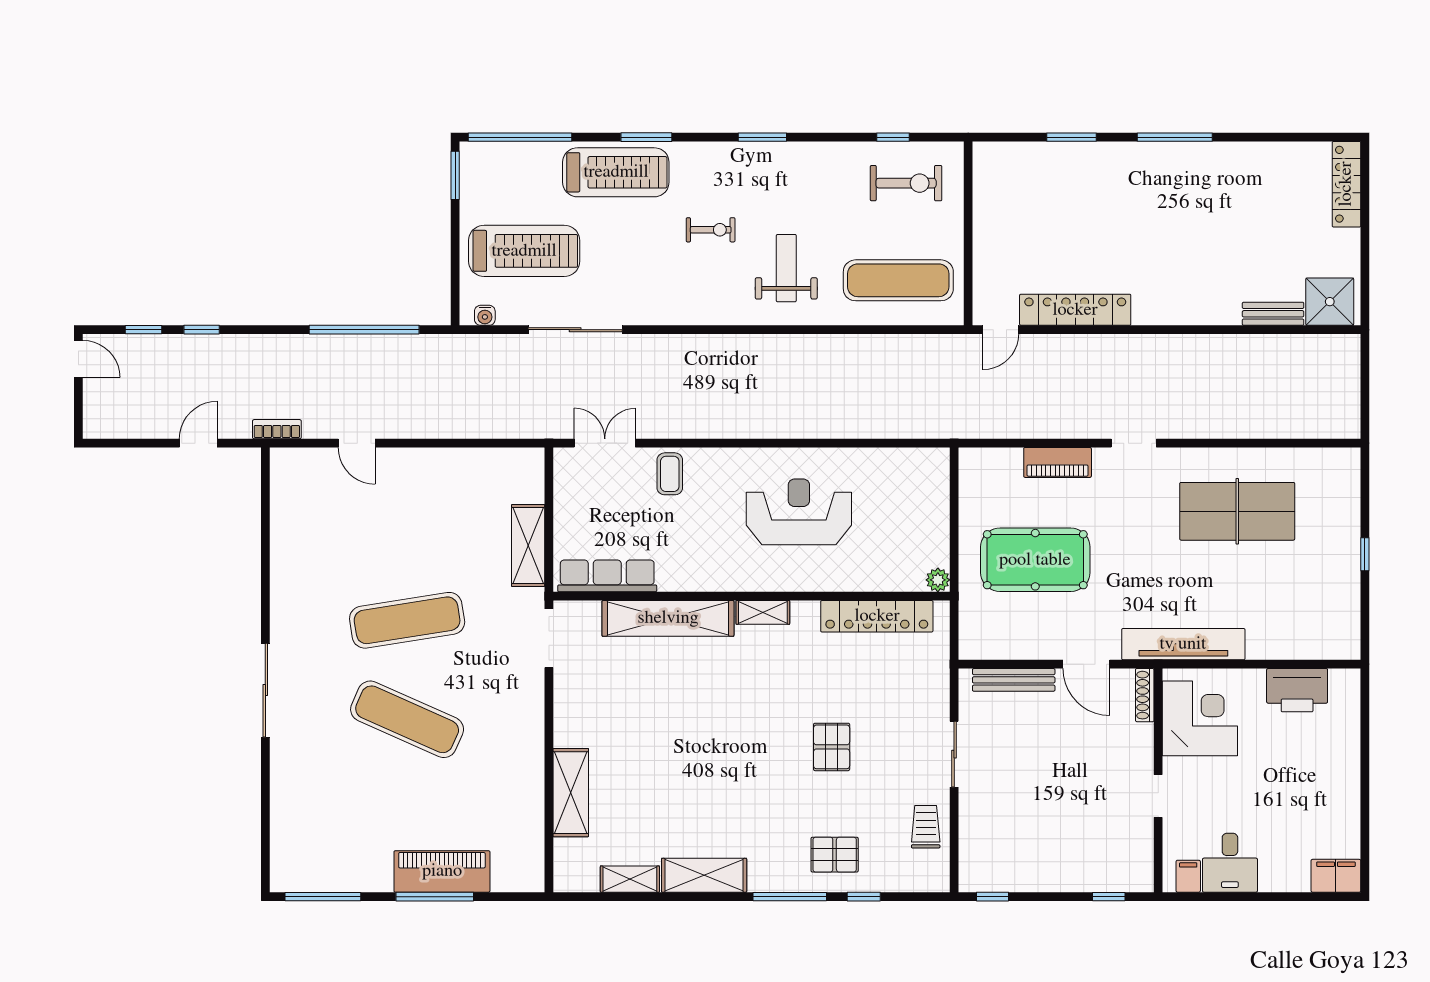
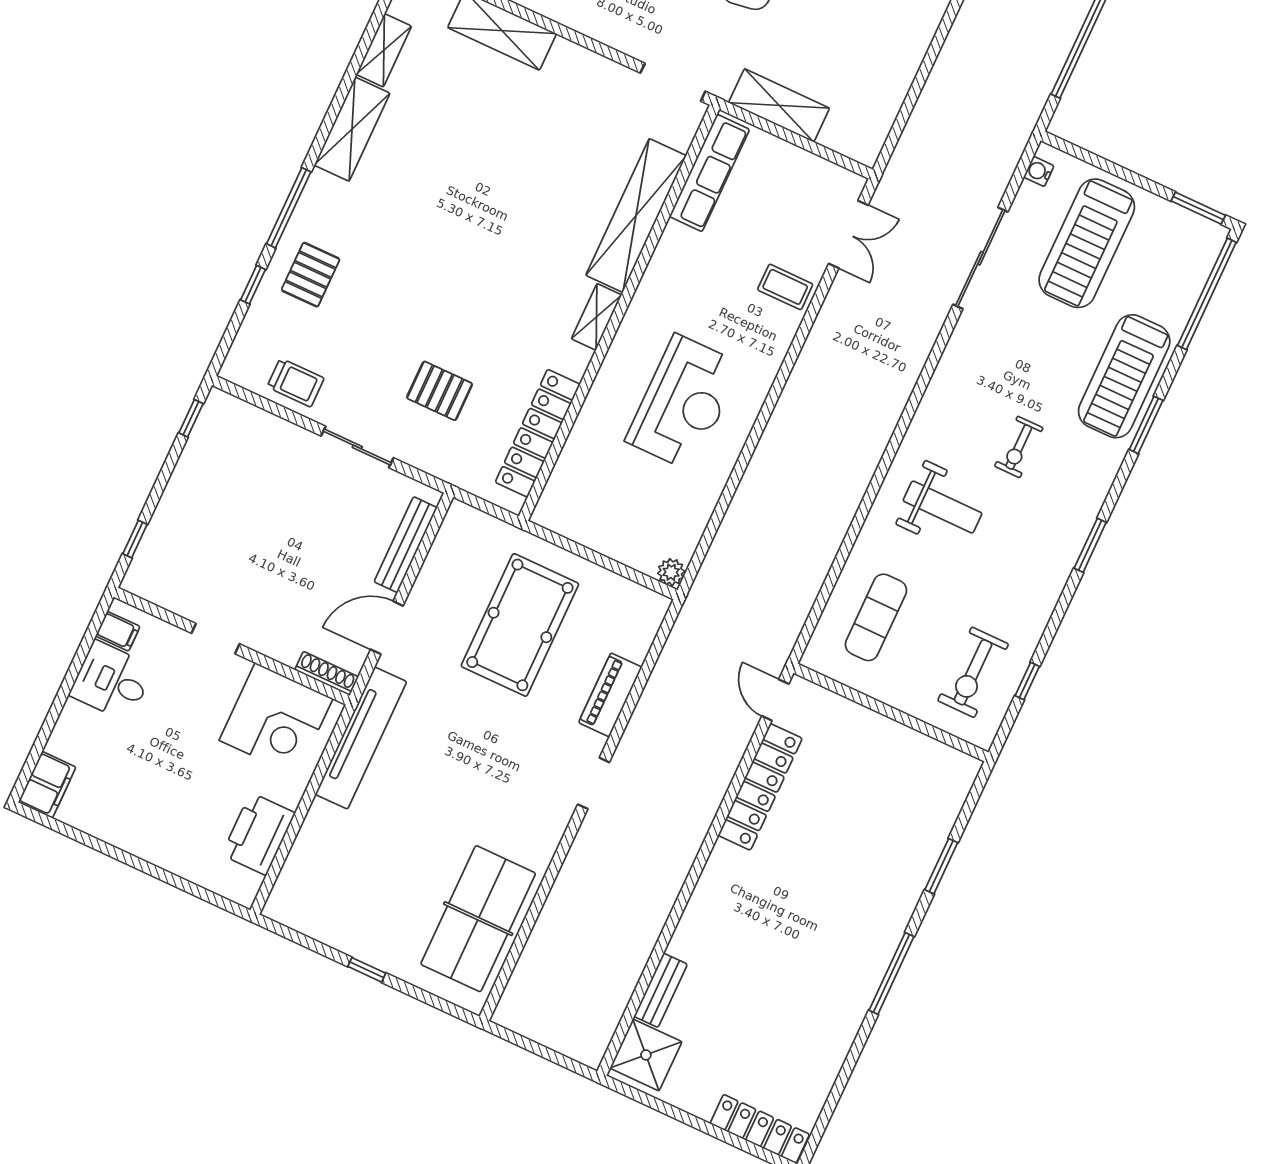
exercise mat: (898, 280) -> (876, 617), width x0.73, depth x0.69
table tennis table: (1237, 511) -> (478, 919), moved
plant: (938, 580) -> (671, 572), moved
pallet: (832, 747) -> (440, 391), moved

